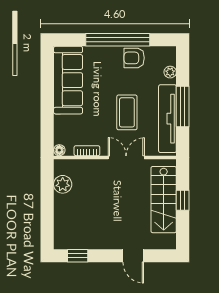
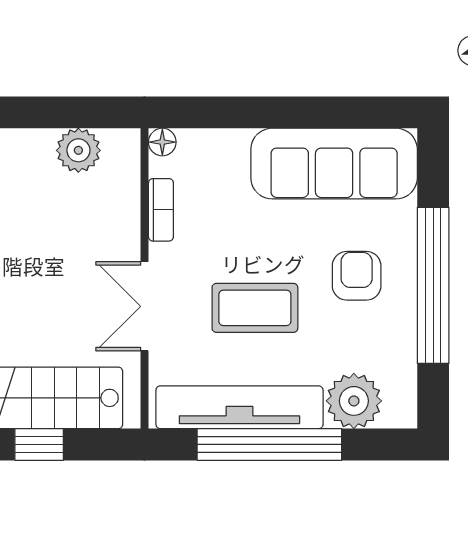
armchair: (134, 58) -> (357, 276), moved
plant: (170, 72) -> (354, 401), width x1.87, depth x1.87
window: (183, 106) -> (269, 444), width x1.46
double door: (126, 157) -> (145, 306), swing flipped

